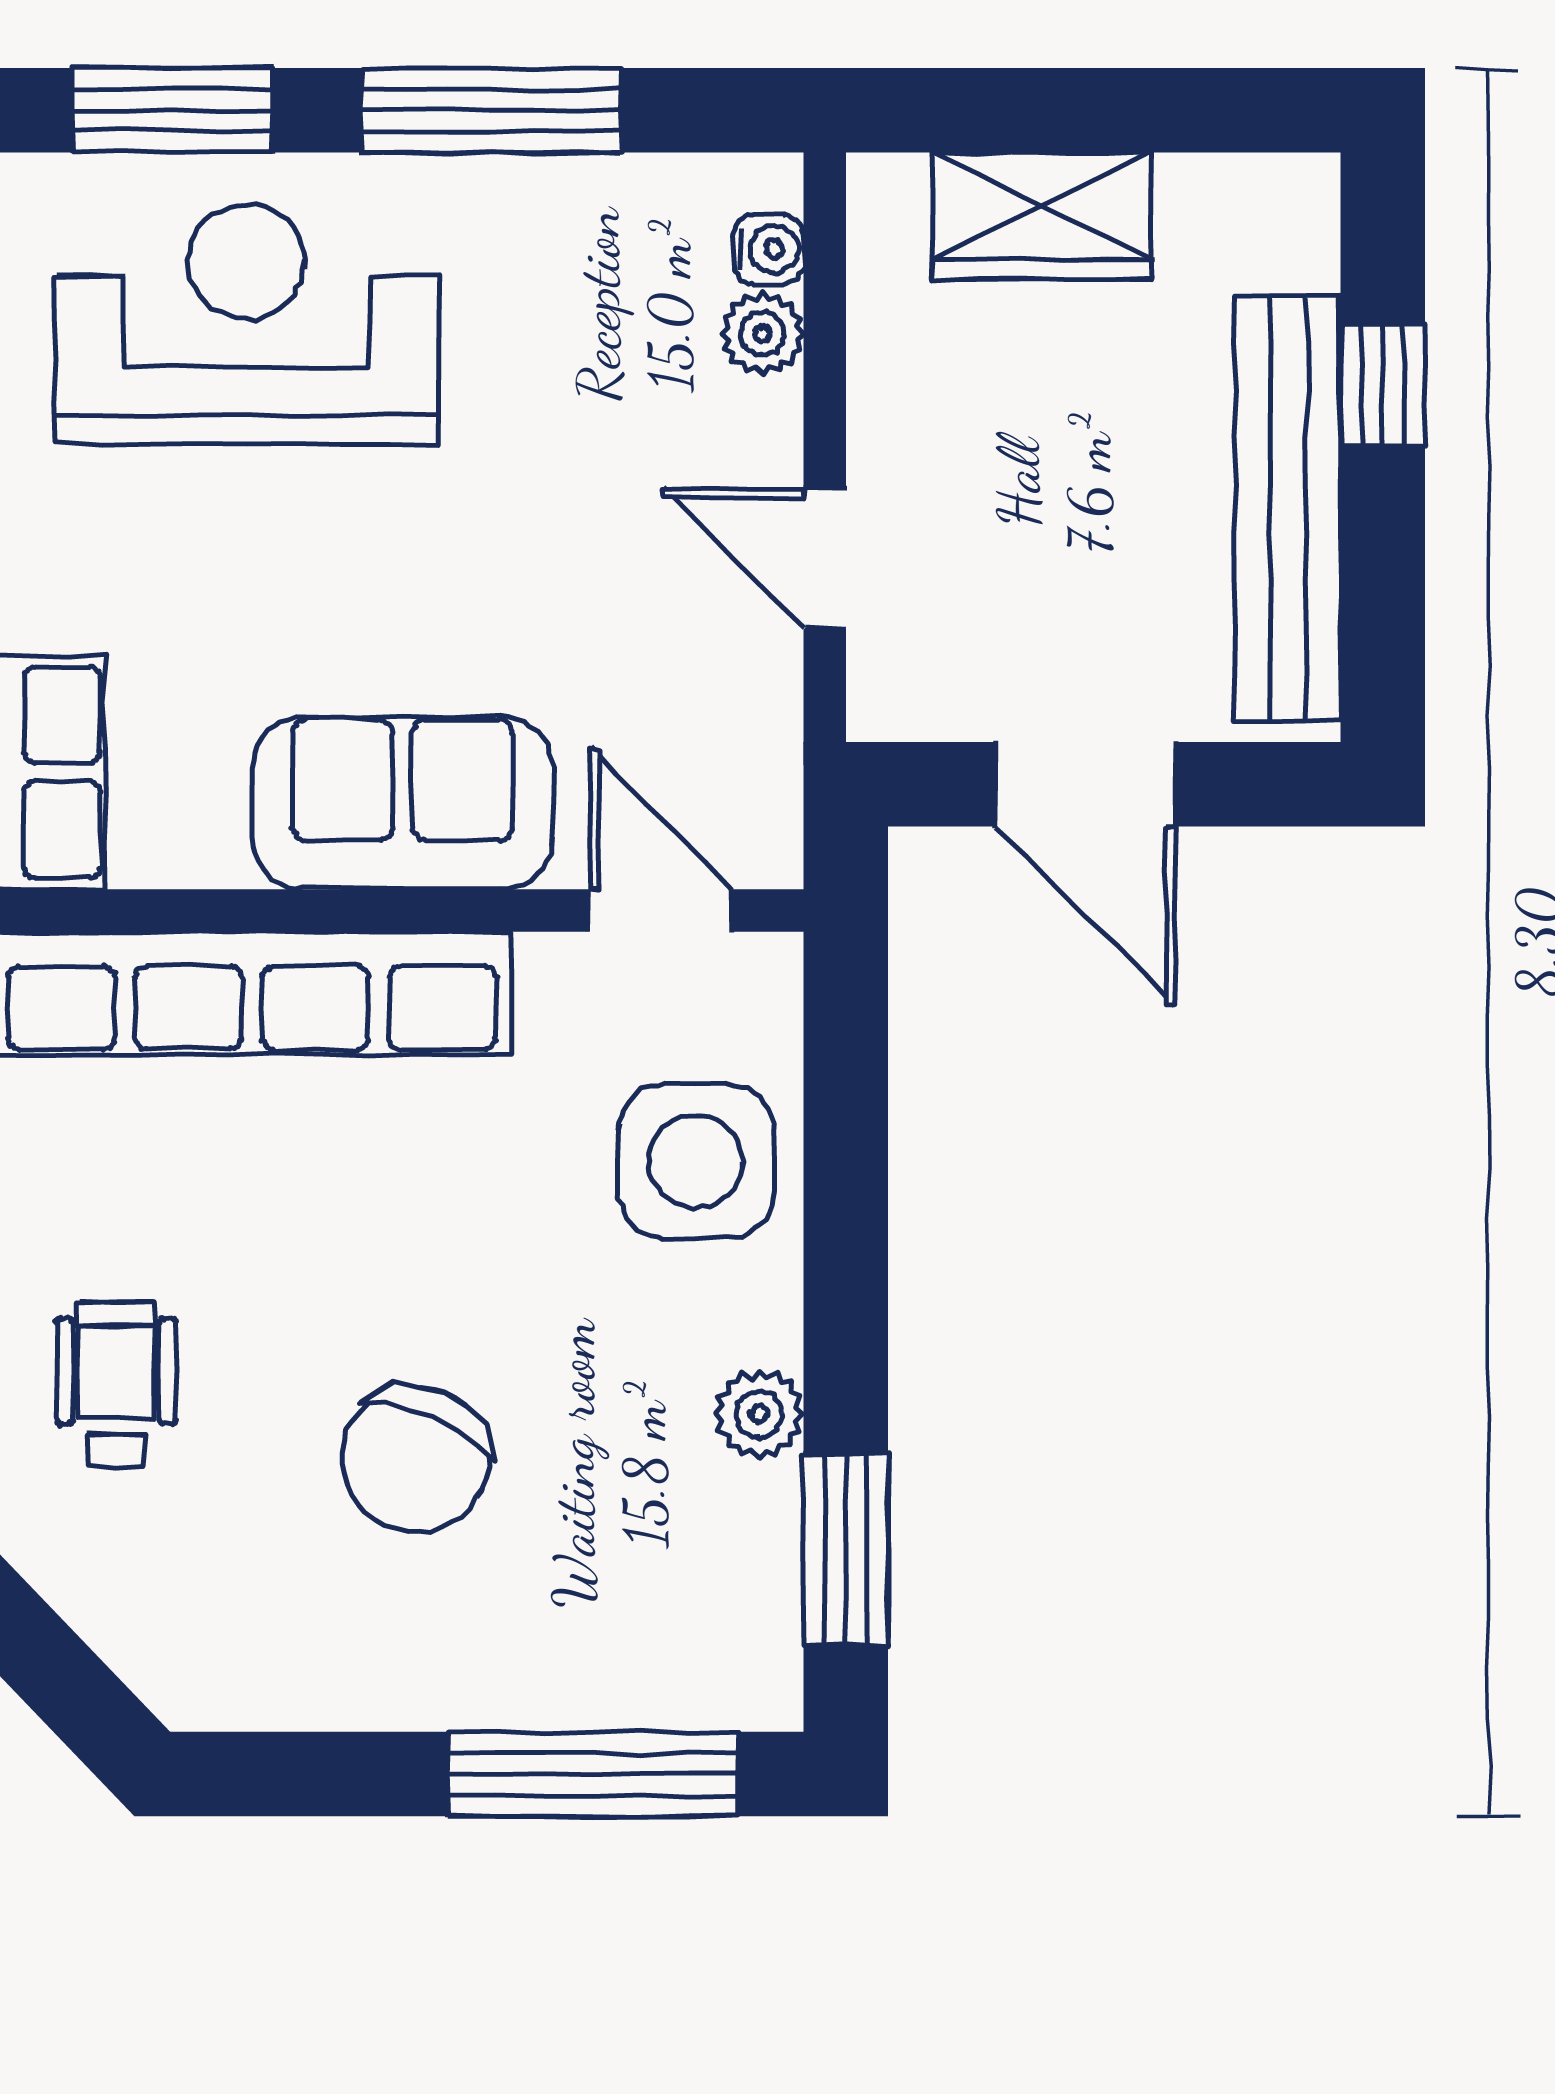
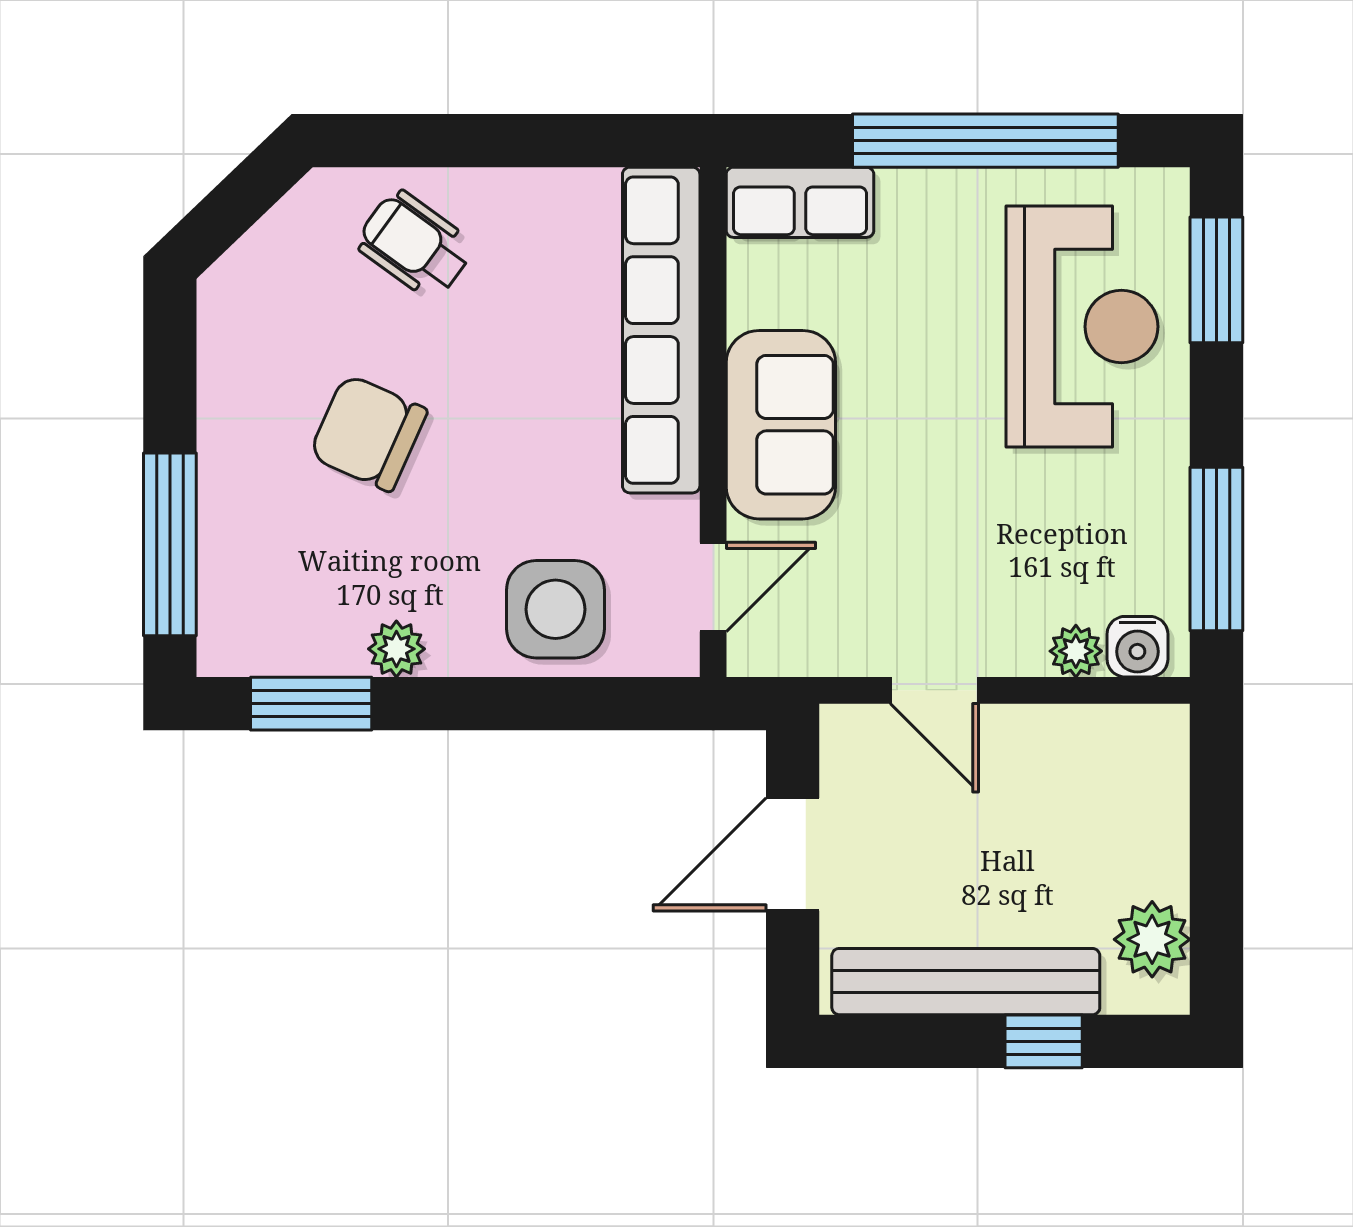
window: (491, 110) -> (1216, 549), moved
plant: (1221, 213) -> (1152, 939), added
wardrobe: (1042, 216) -> (1150, 827), removed
water cooler: (769, 249) -> (1137, 647), width x1.38, depth x1.38
door: (825, 558) -> (935, 690), swing flipped
wheelchair: (116, 1384) -> (415, 245), turned -144

